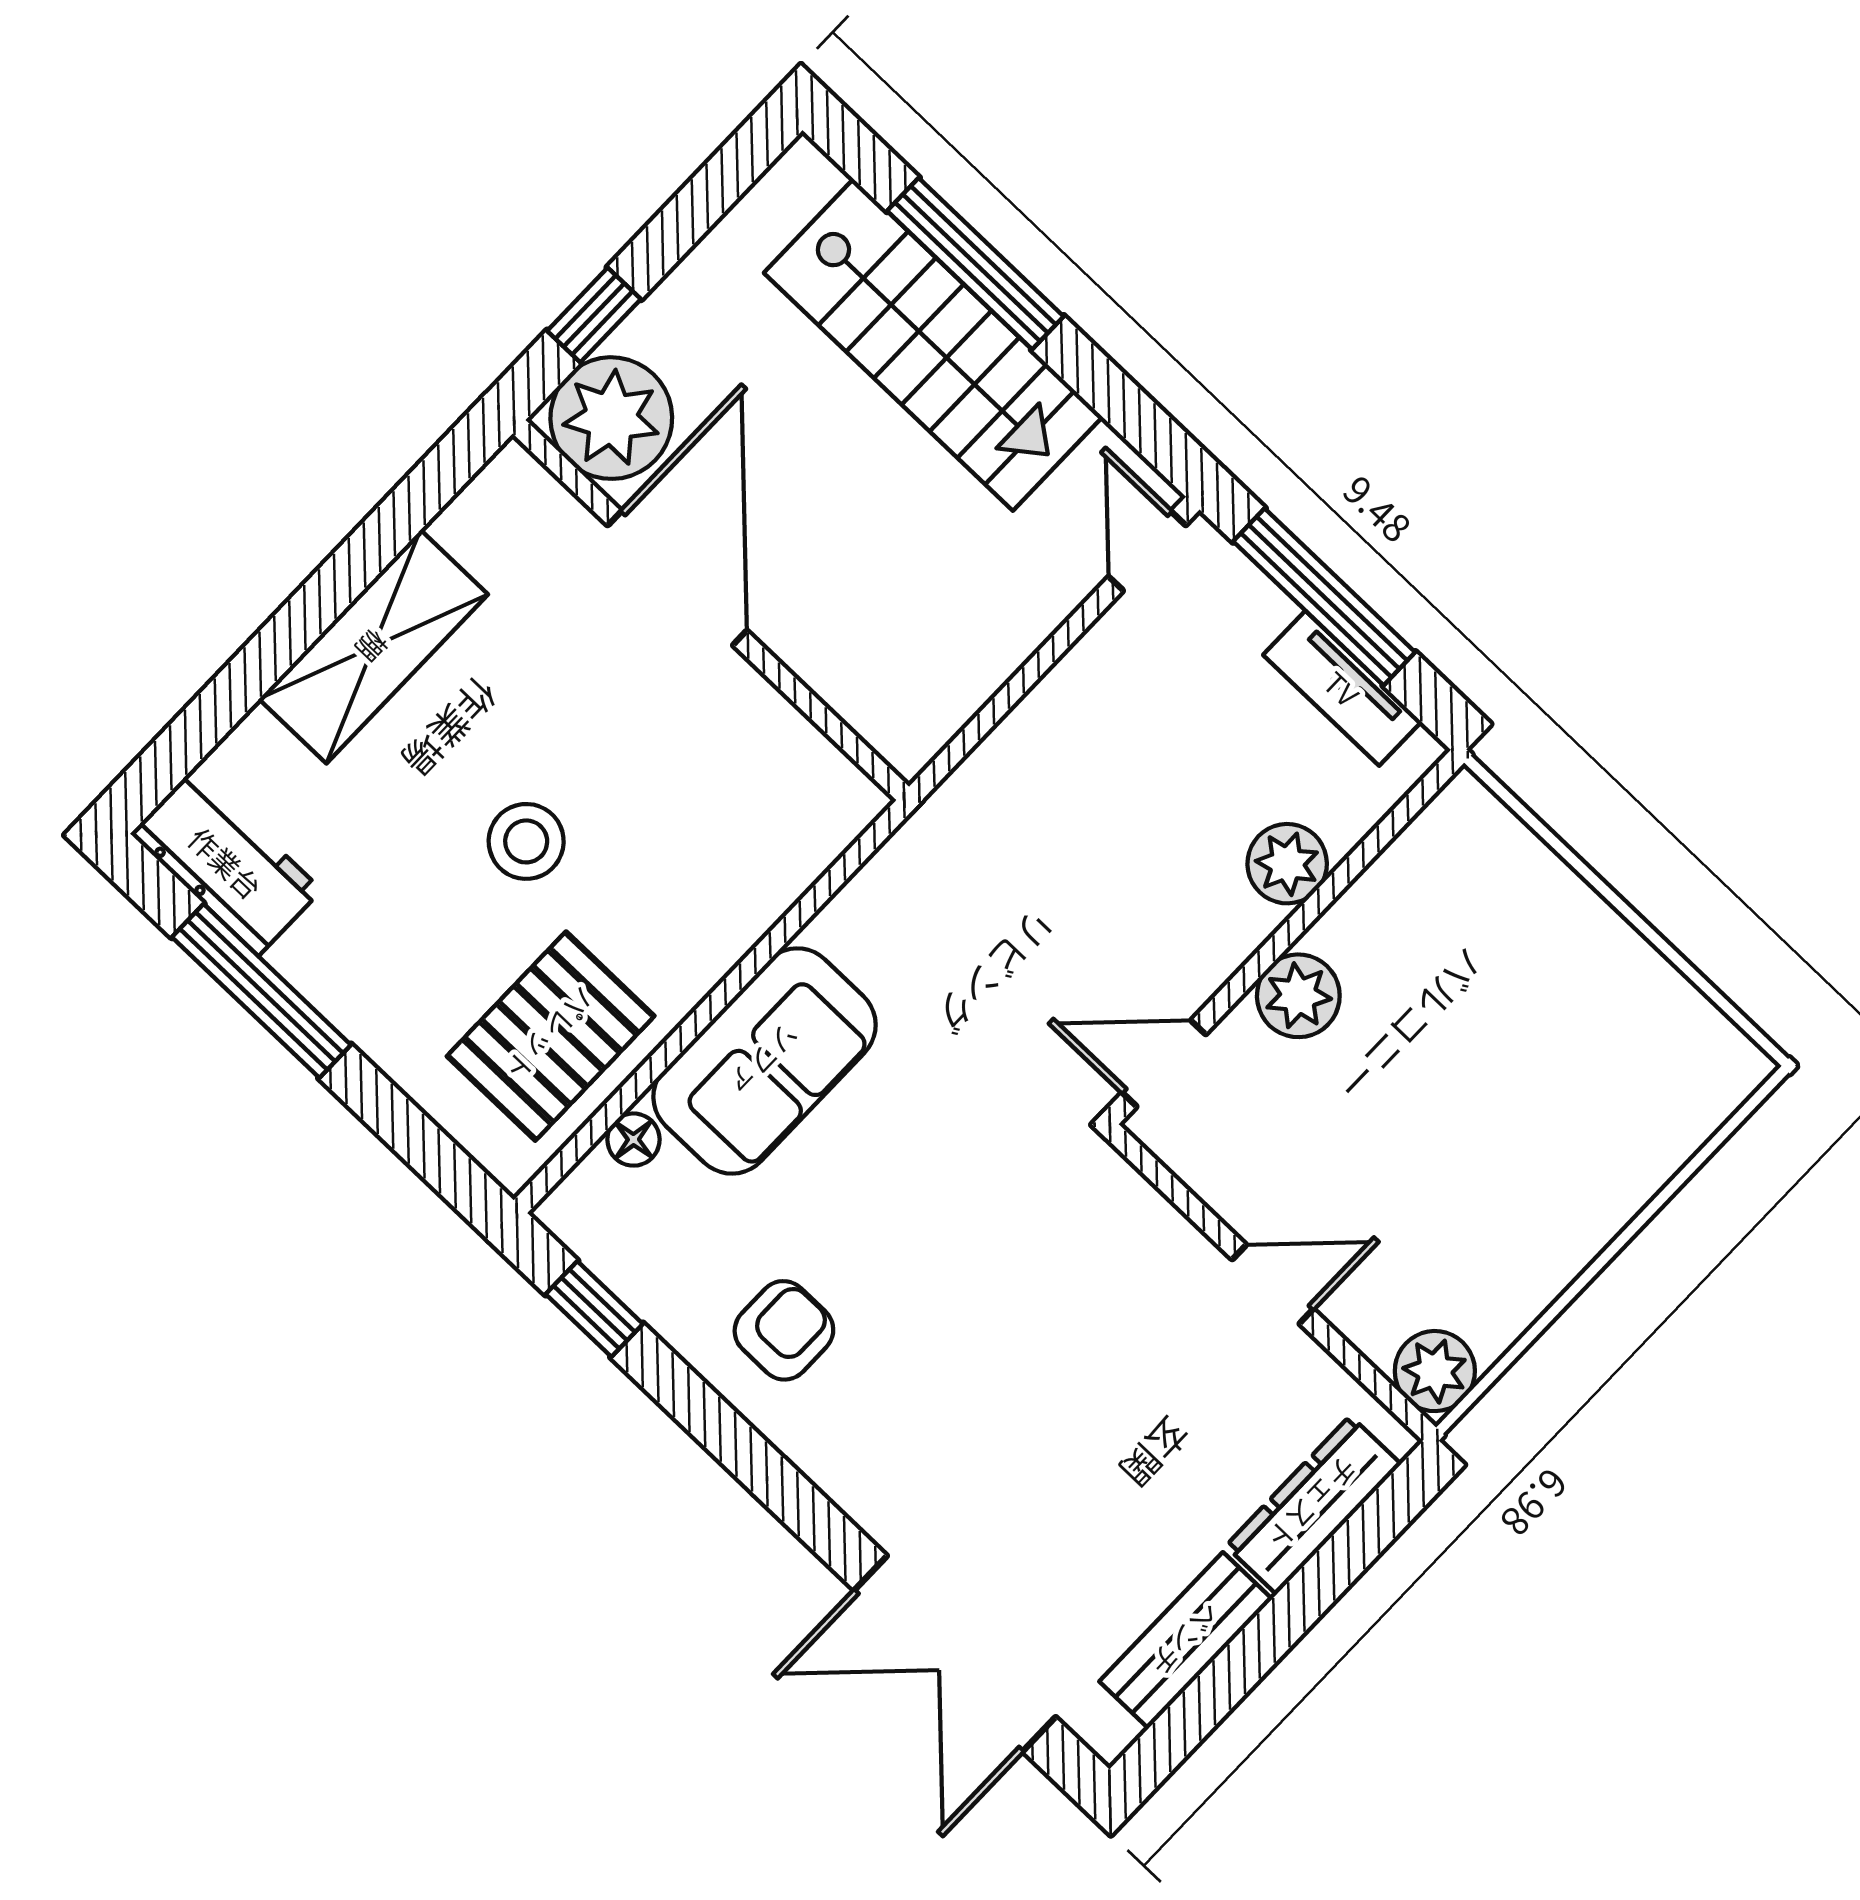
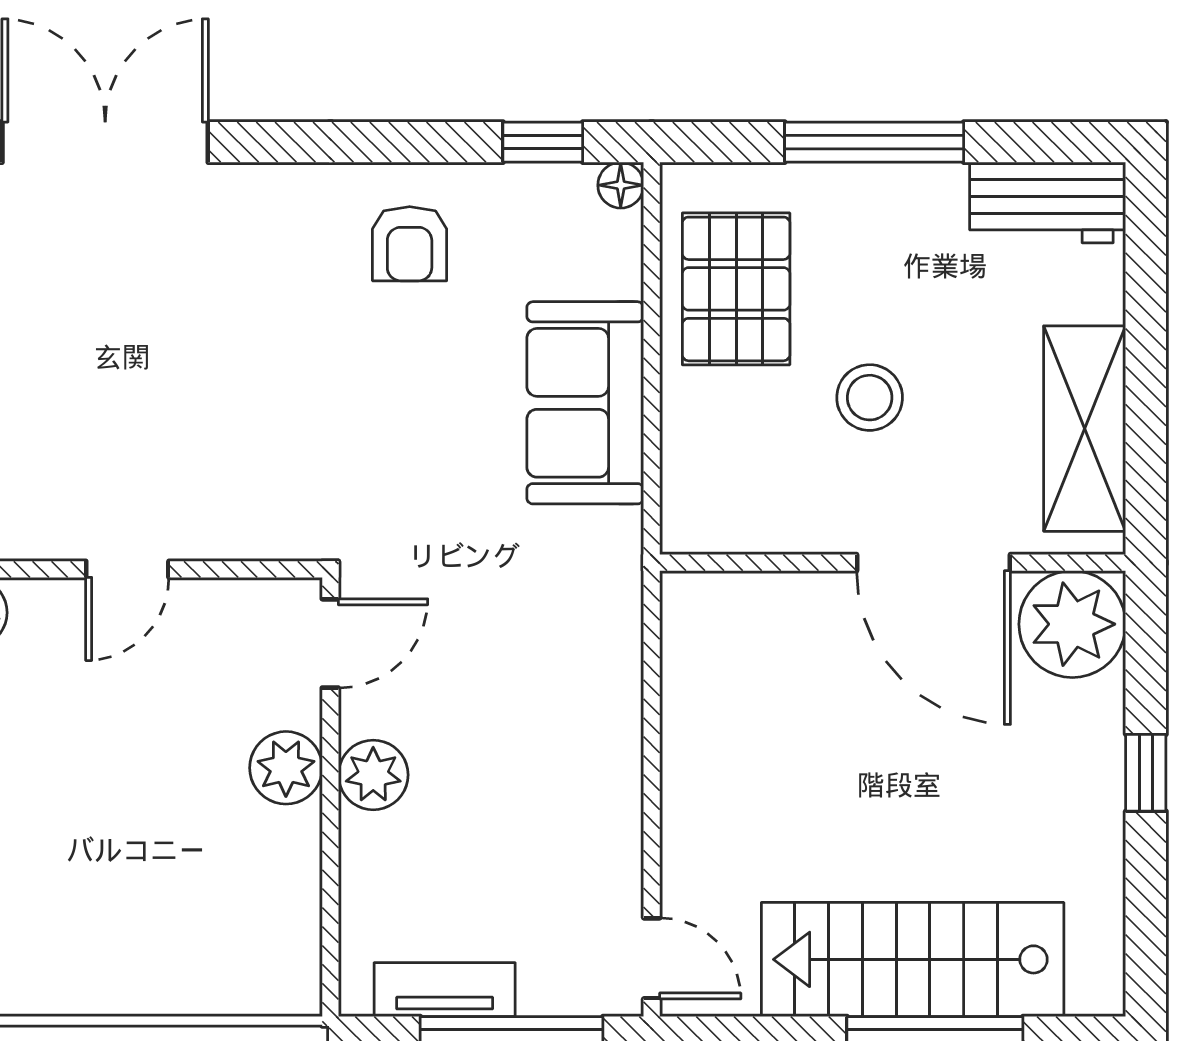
plant: (611, 418) -> (1072, 624), moved
door: (677, 578) -> (933, 563), moved
wall: (711, 610) -> (893, 563), moved
plant: (1287, 864) -> (373, 775), moved
window: (261, 991) -> (874, 142), moved
floor lamp: (633, 1140) -> (621, 185), moved

